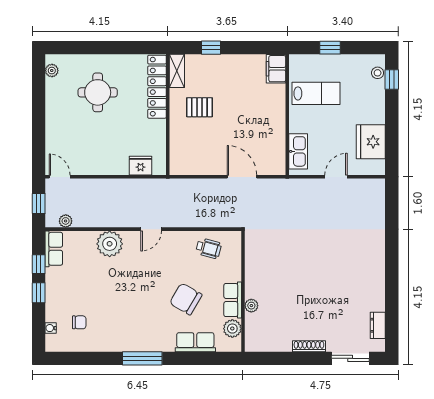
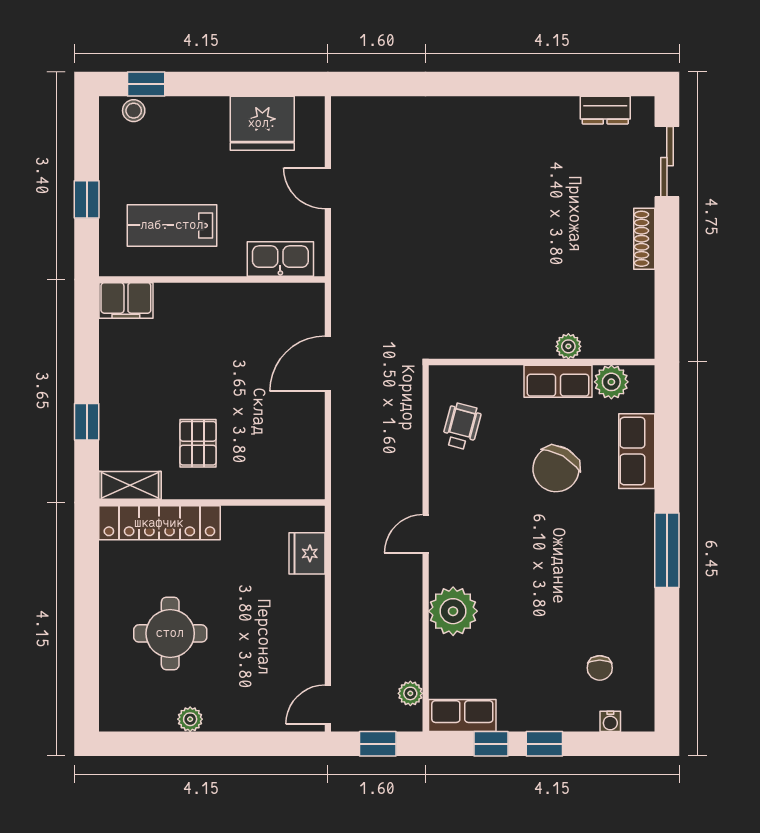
plant: (52, 71) -> (190, 719), moved
lab bench: (316, 93) -> (172, 225), turned -90
door: (151, 229) -> (426, 534), swing flipped
chair: (79, 322) -> (600, 668), turned 180

